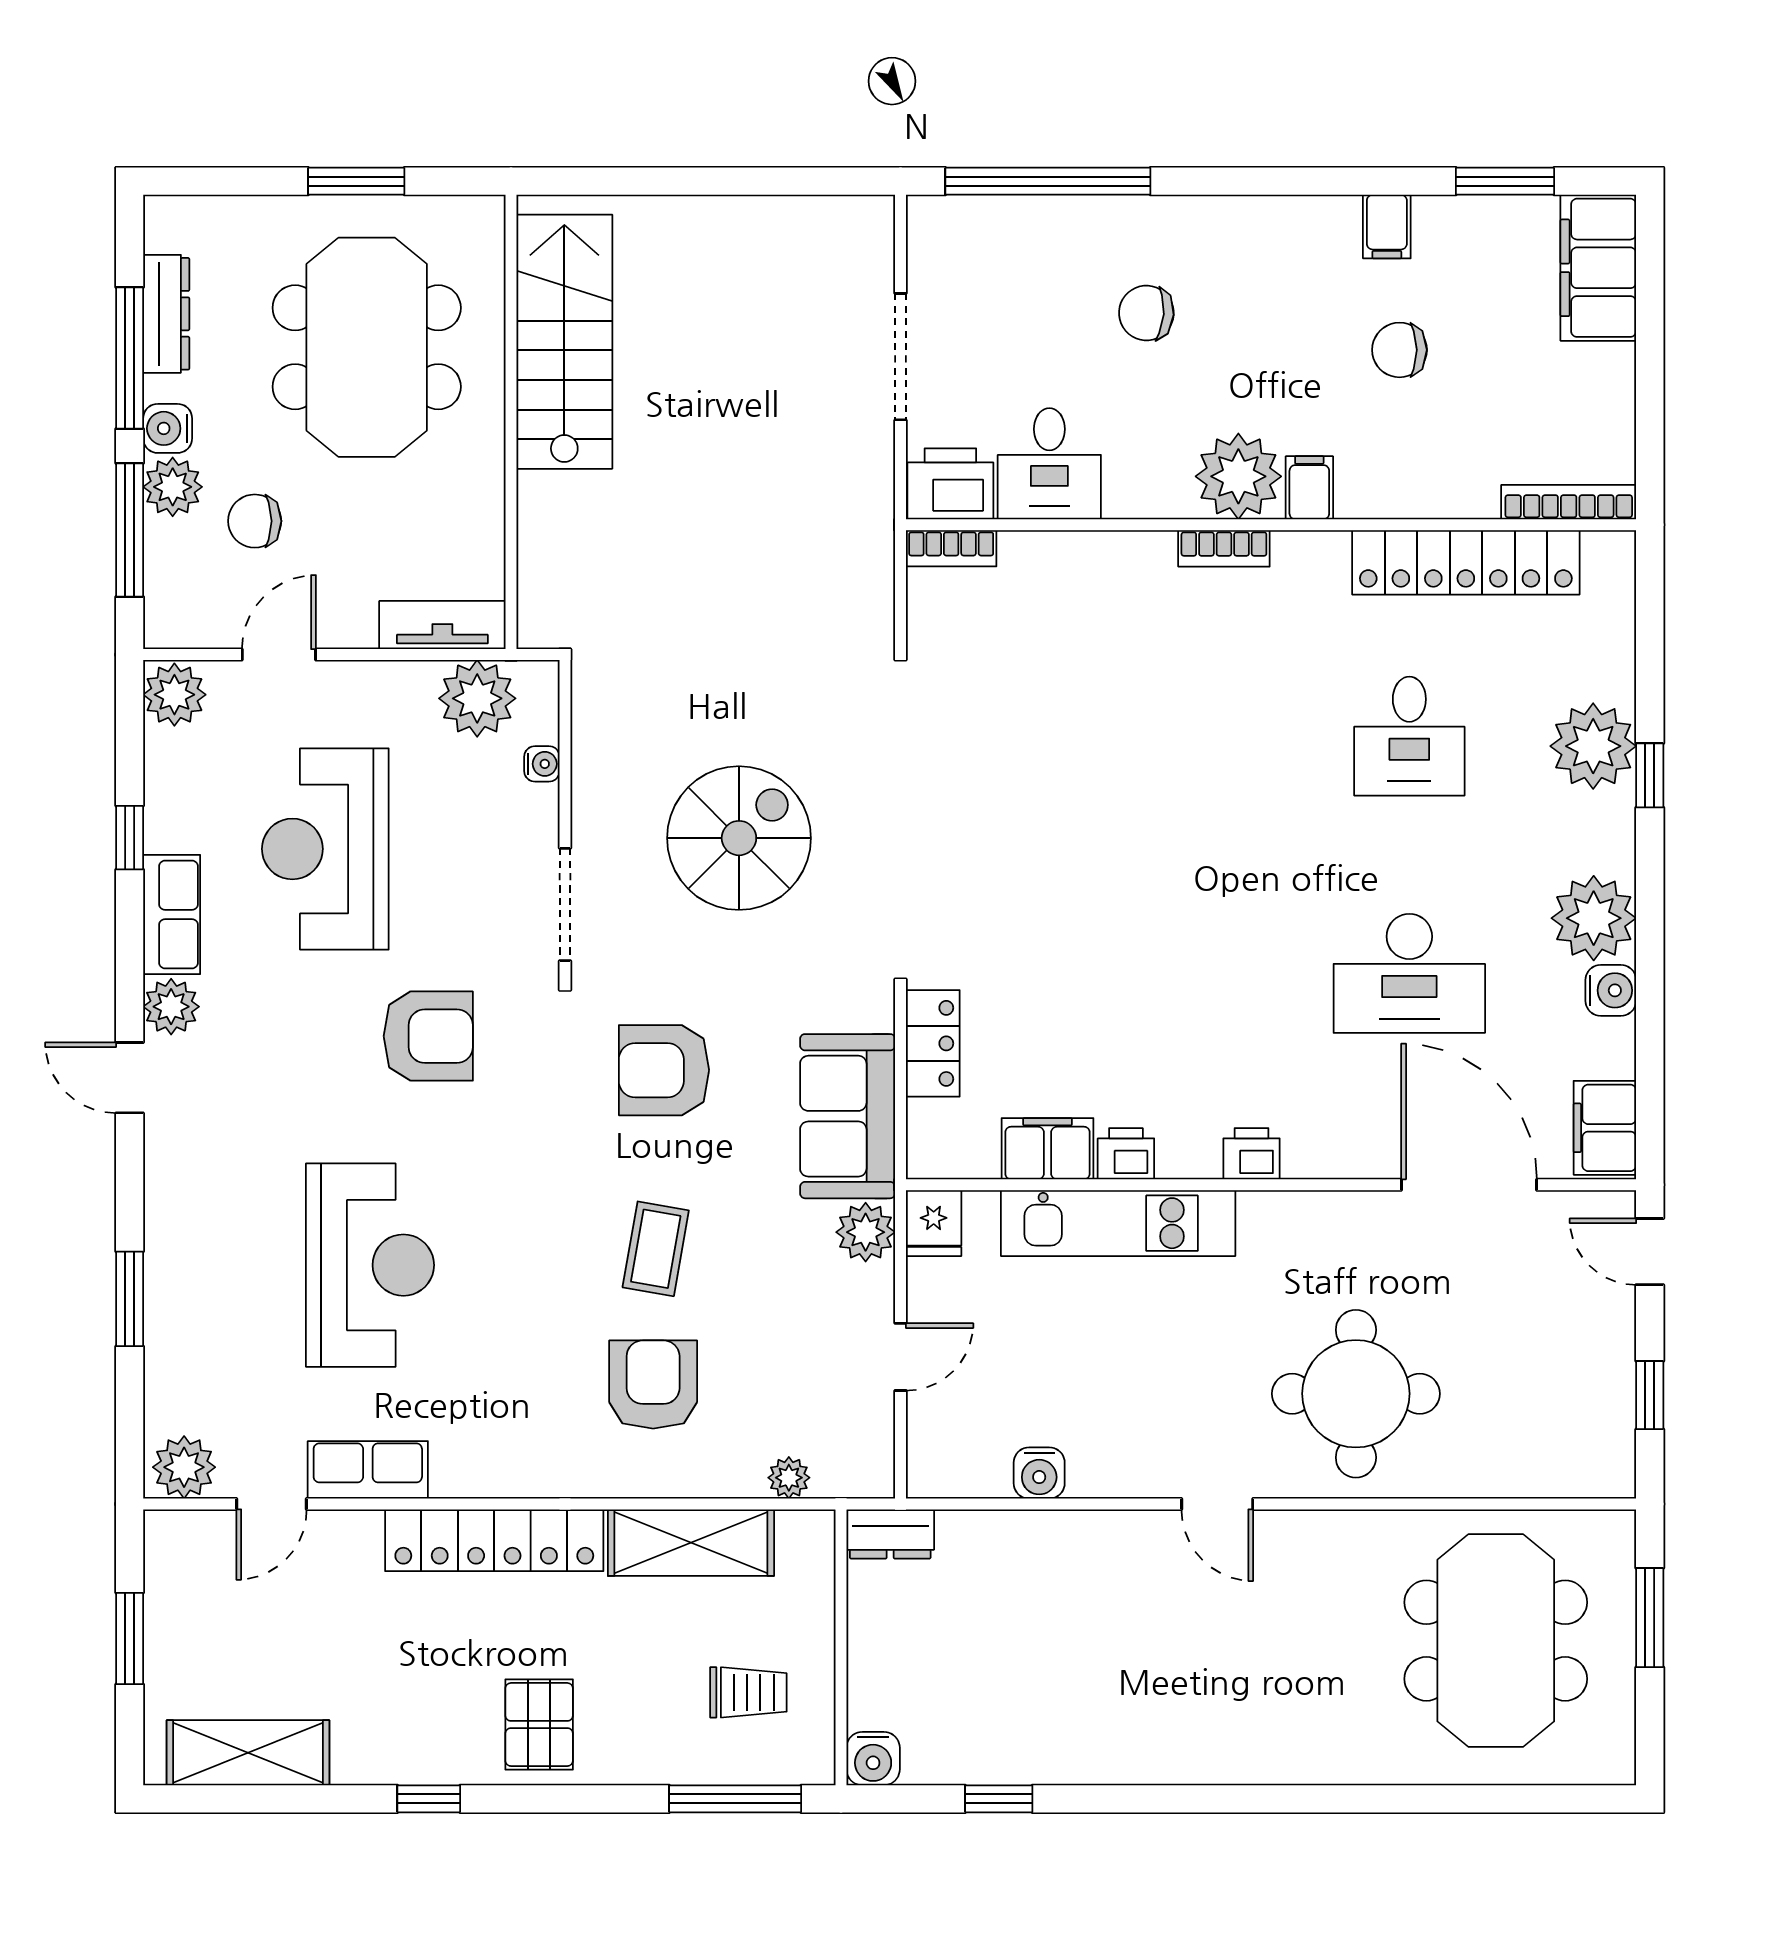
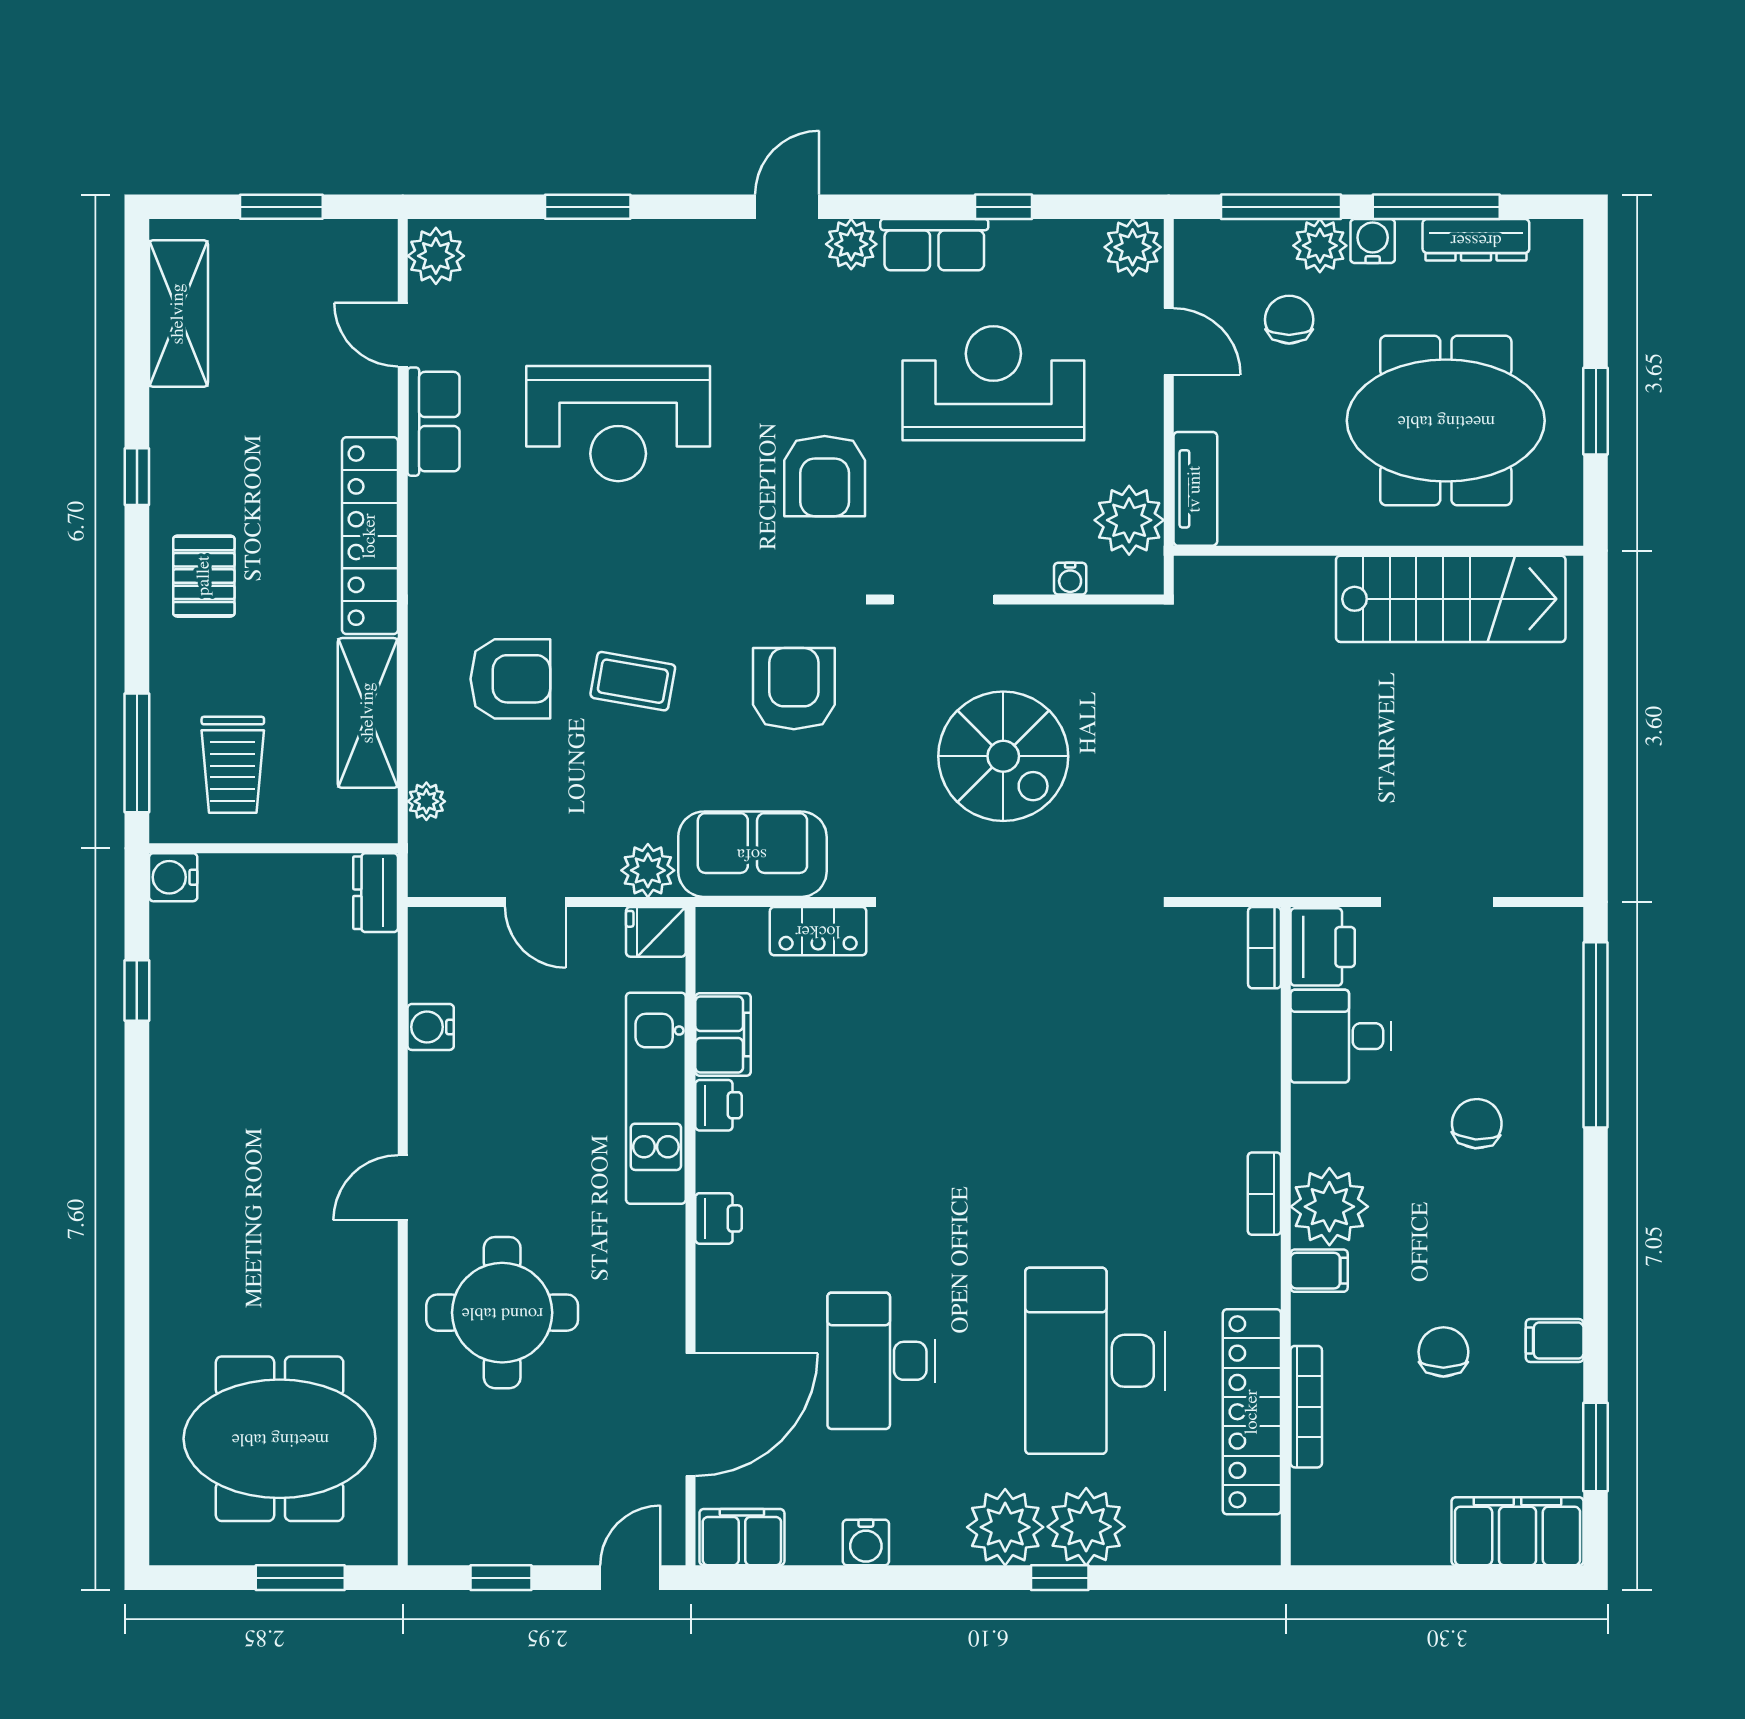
bookcase: (1569, 502) -> (1306, 1407), moved
desk: (1409, 736) -> (1095, 1361), width x1.87, depth x1.30
plant: (1594, 918) -> (1005, 1527), moved
trolley: (748, 1692) -> (233, 765), width x1.36, depth x1.39
pallet: (539, 1725) -> (204, 576), turned 90

